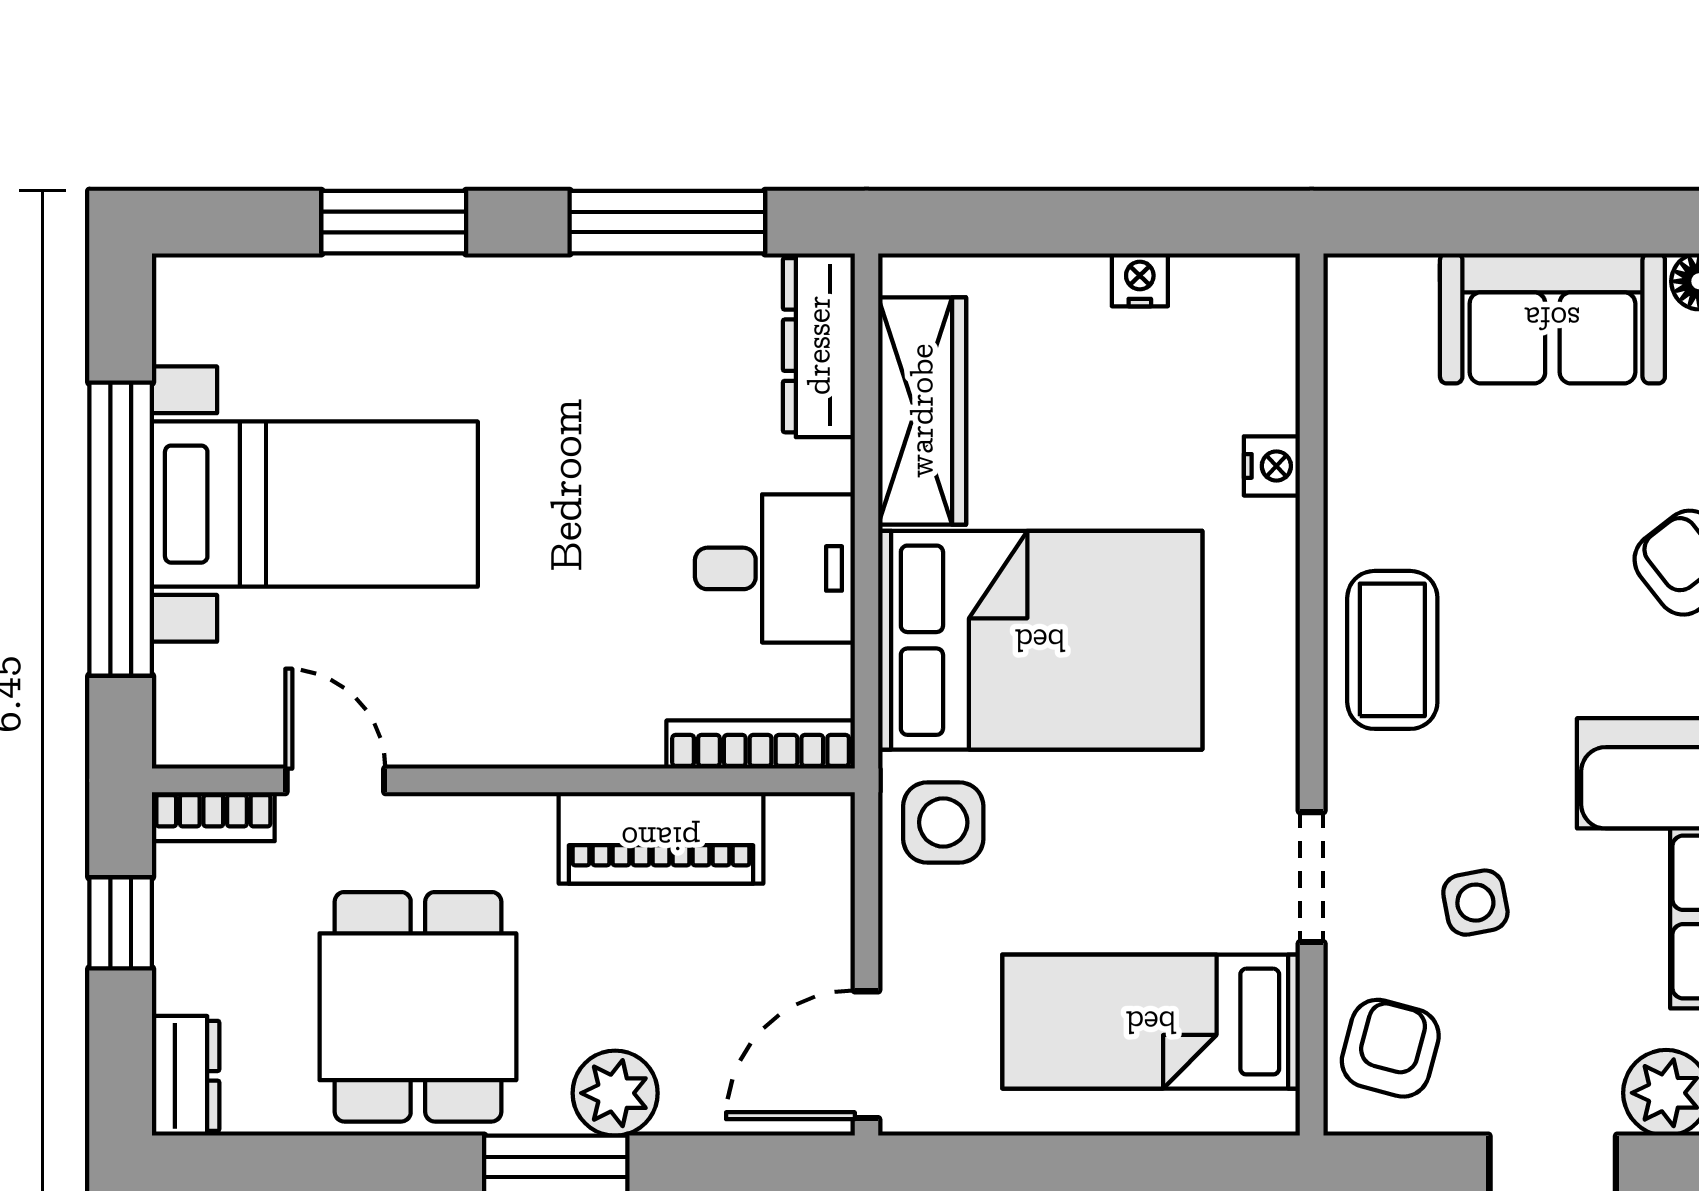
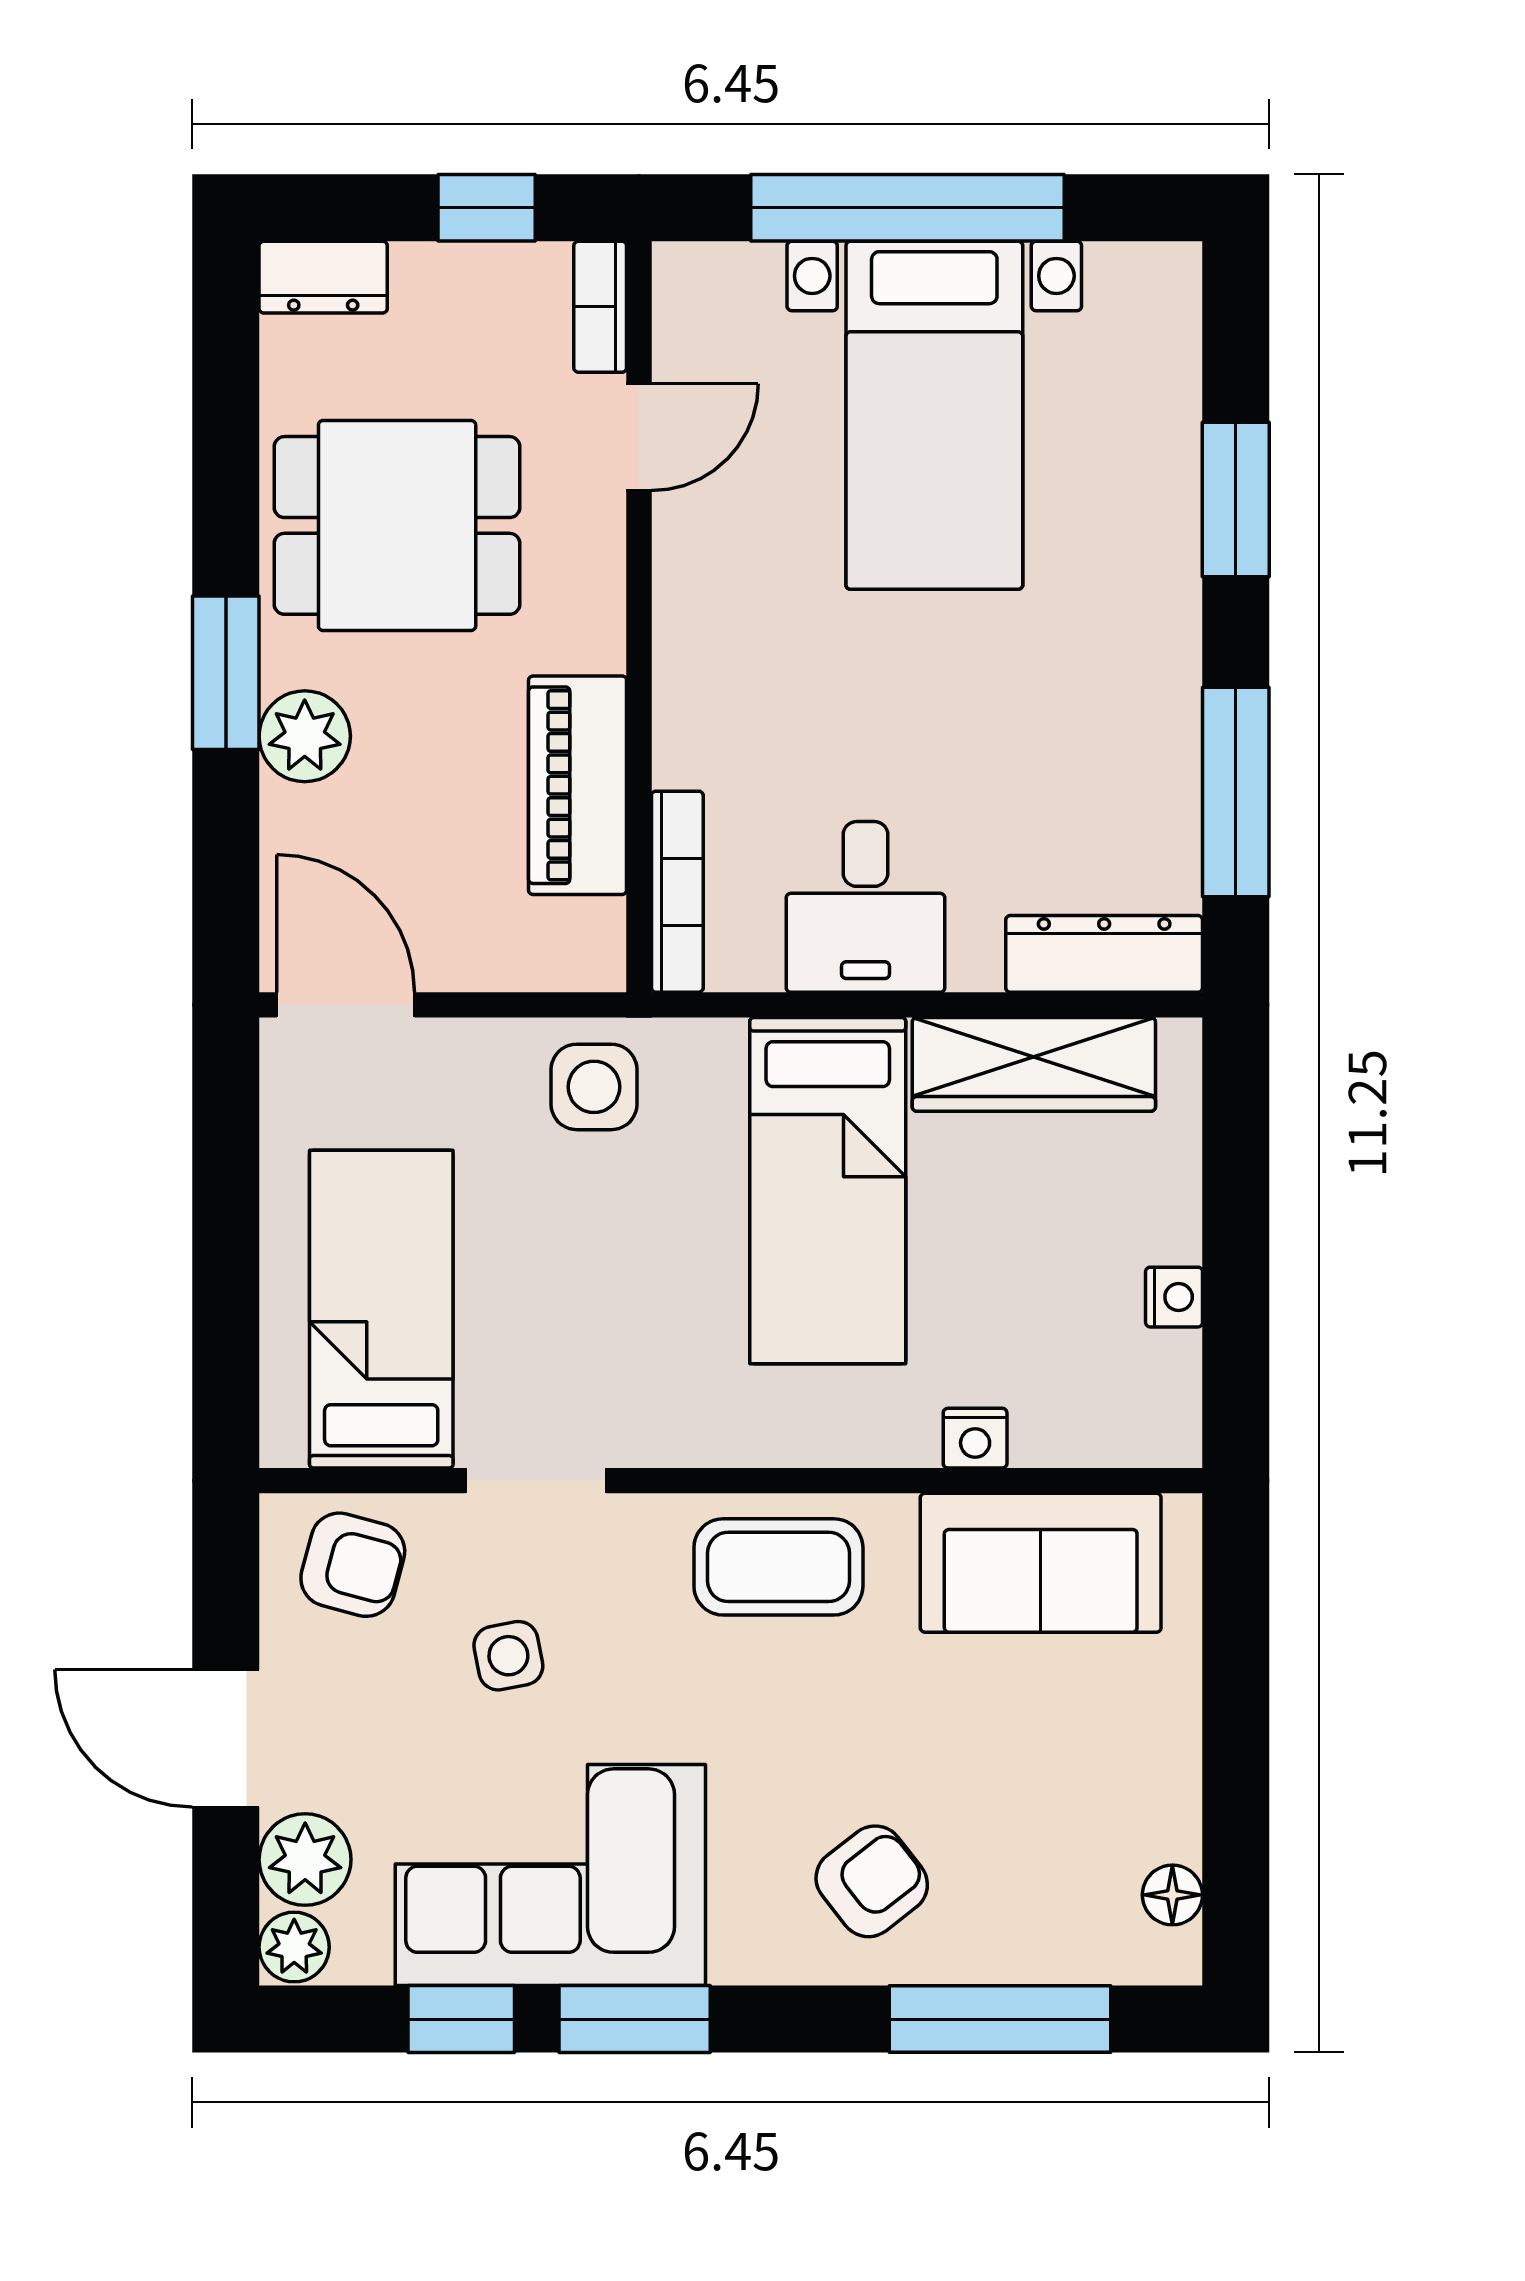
sofa: (1552, 318) -> (1041, 1563), moved, turned -90
bed: (1040, 640) -> (828, 1191), width x0.67

